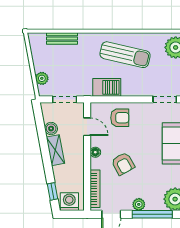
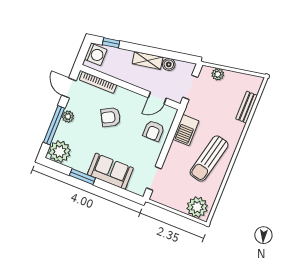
floor lamp: (95, 152) -> (131, 96), removed

